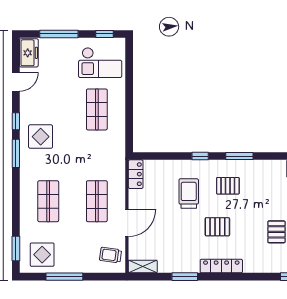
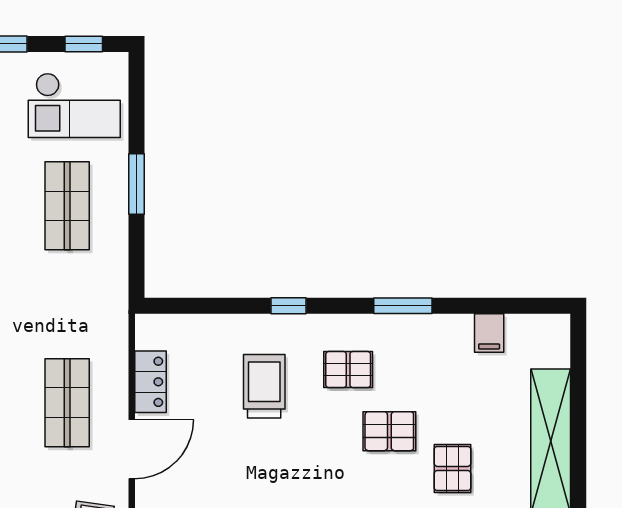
window: (129, 99) -> (136, 184), added
window: (239, 156) -> (403, 306), moved
locker: (136, 174) -> (150, 382), moved
pallet: (217, 227) -> (389, 431), moved

